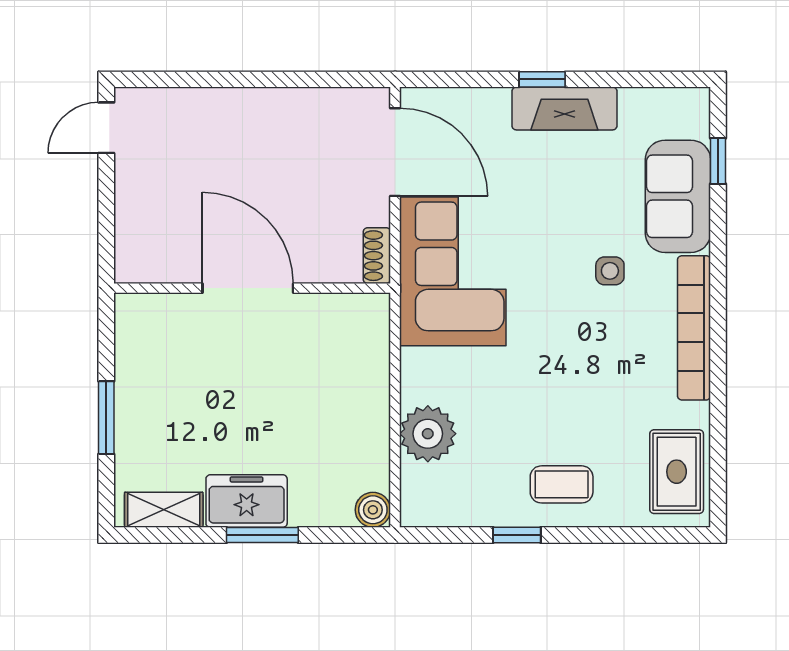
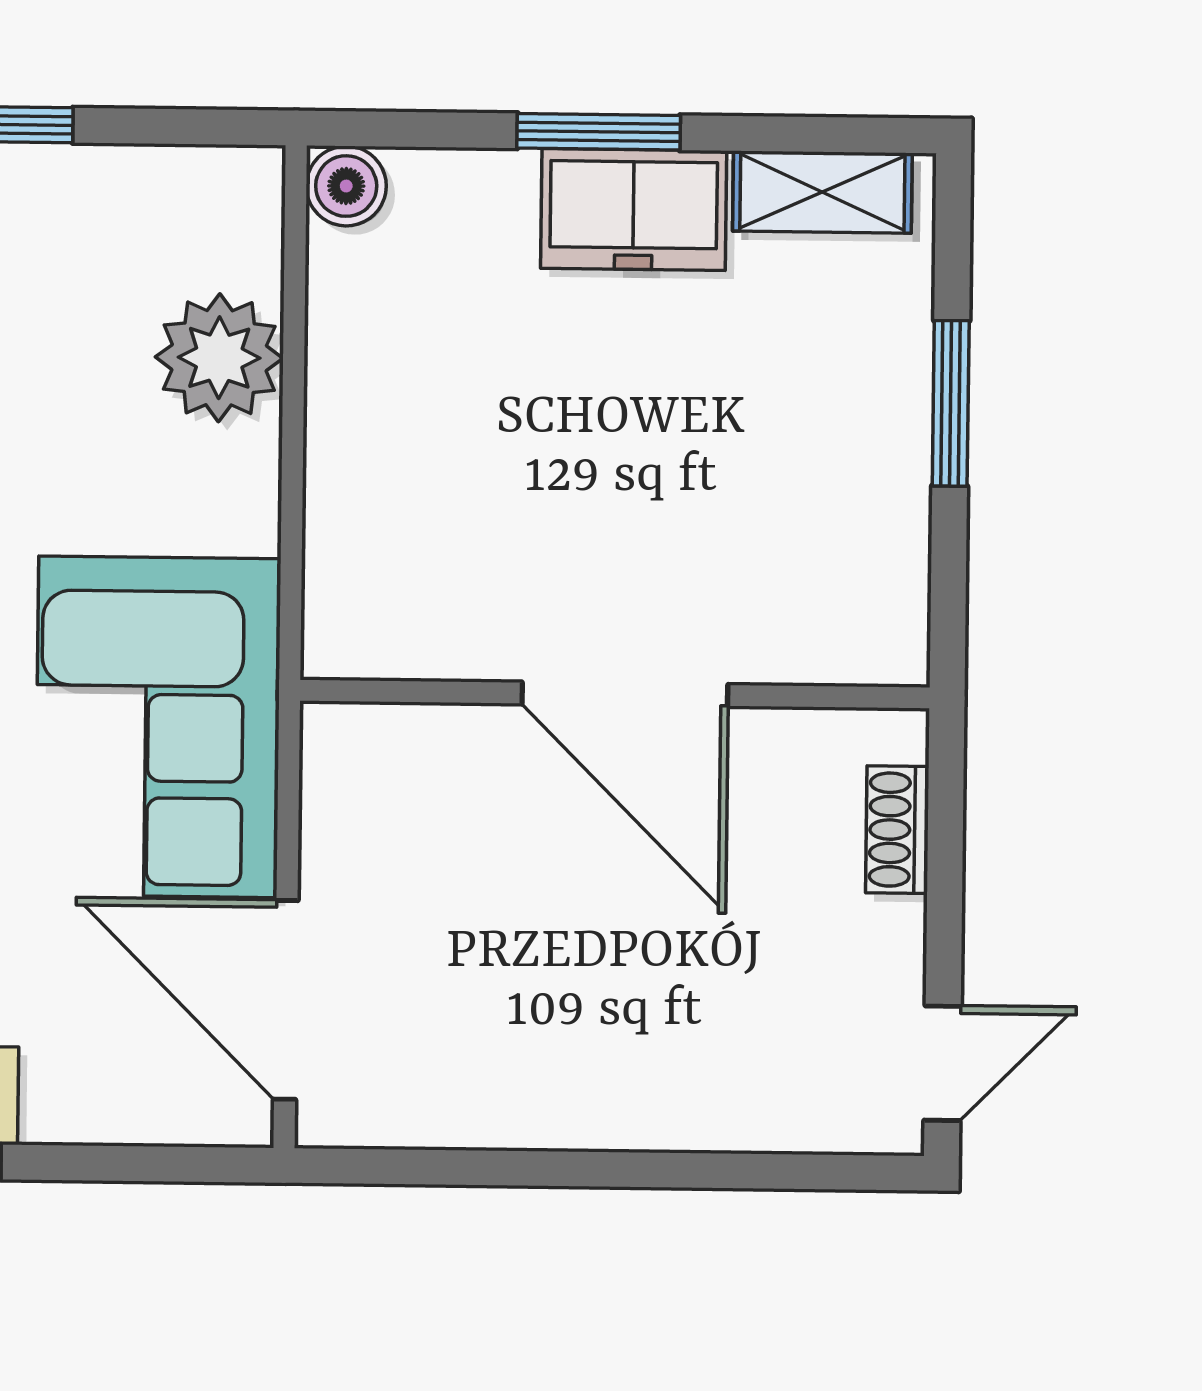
shoe rack: (377, 256) -> (897, 830), moved, turned 180

